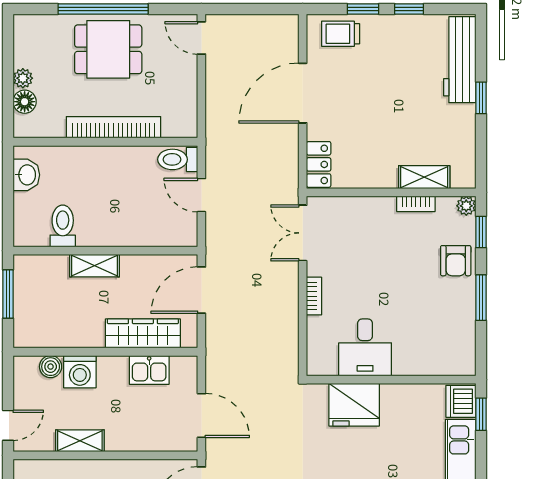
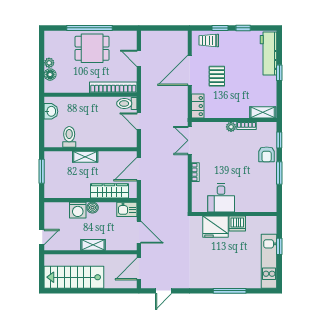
door: (201, 38) -> (139, 58), moved
pallet: (357, 105) -> (217, 76), added
bookcase: (114, 127) -> (113, 87), moved
shelving: (424, 177) -> (263, 112), moved
plant: (466, 206) -> (231, 127), moved
boiler: (51, 367) -> (93, 208), moved
kitchen sink: (149, 370) -> (127, 209), moved
dishwasher: (461, 401) -> (237, 224), moved, turned -90
window: (481, 414) -> (279, 246), moved
shelving: (80, 441) -> (93, 245), moved

